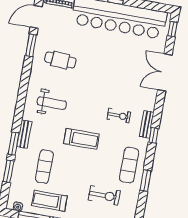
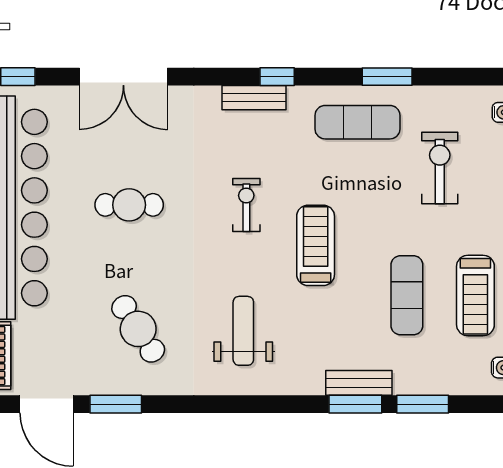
cafe table: (60, 60) -> (138, 329), turned -36
cafe table: (112, 65) -> (129, 205), added
exercise bike: (119, 116) -> (246, 205), moved
bench: (24, 134) -> (359, 383), moved
exercise mat: (44, 167) -> (407, 295), moved, turned 90

